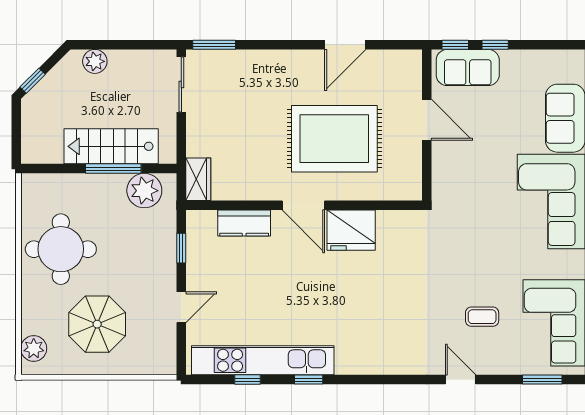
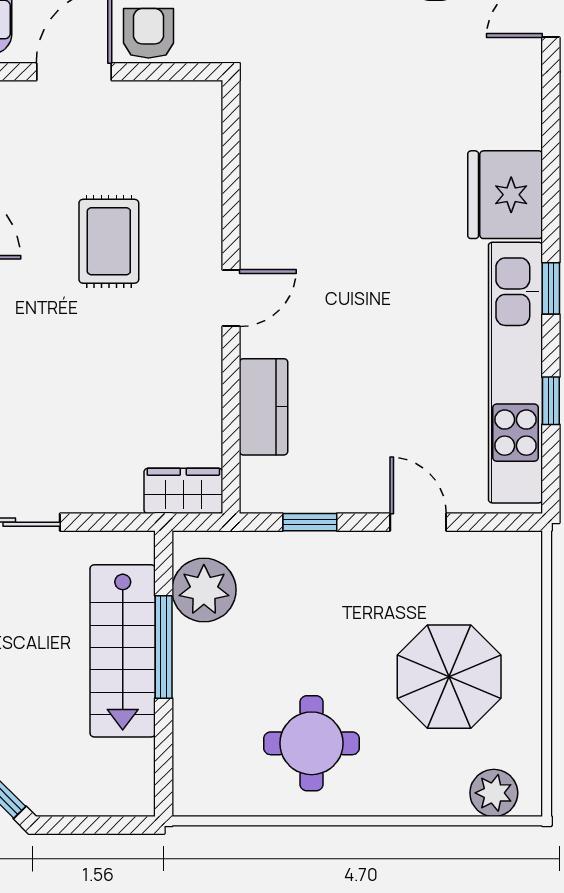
rug: (334, 139) -> (109, 241), width x0.54, depth x0.49
armchair: (448, 160) -> (149, 33), added
door: (303, 205) -> (231, 298), width x0.73
fridge: (351, 230) -> (505, 195), moved, turned 180
round table: (61, 249) -> (312, 743), width x0.73, depth x0.73

